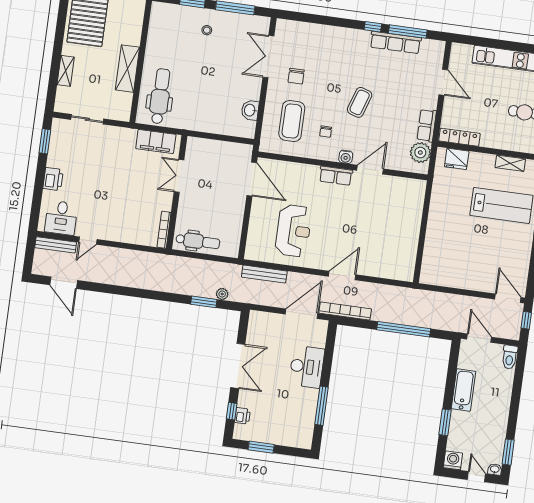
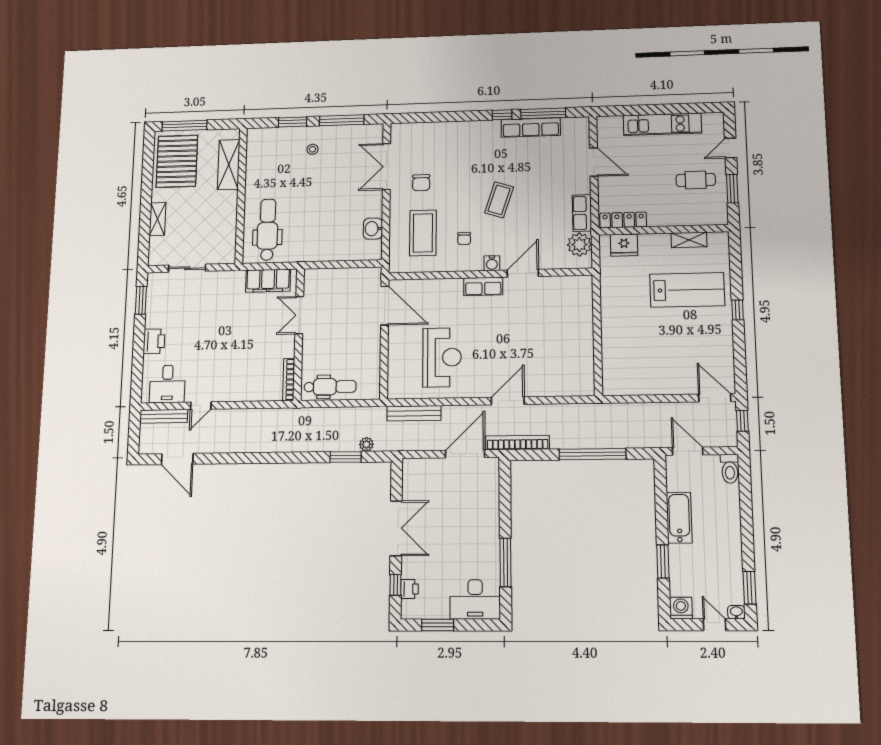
shelving: (127, 69) -> (229, 165), moved
desk: (307, 367) -> (475, 599), moved, turned 90

